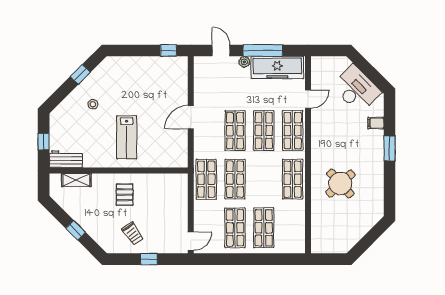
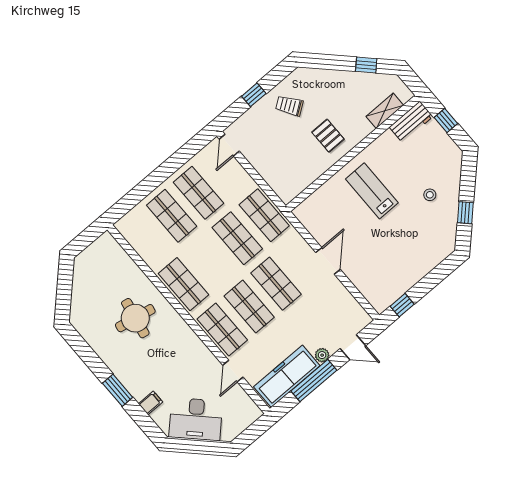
round table: (340, 184) -> (135, 318), turned -37
window: (76, 230) -> (366, 65), moved

